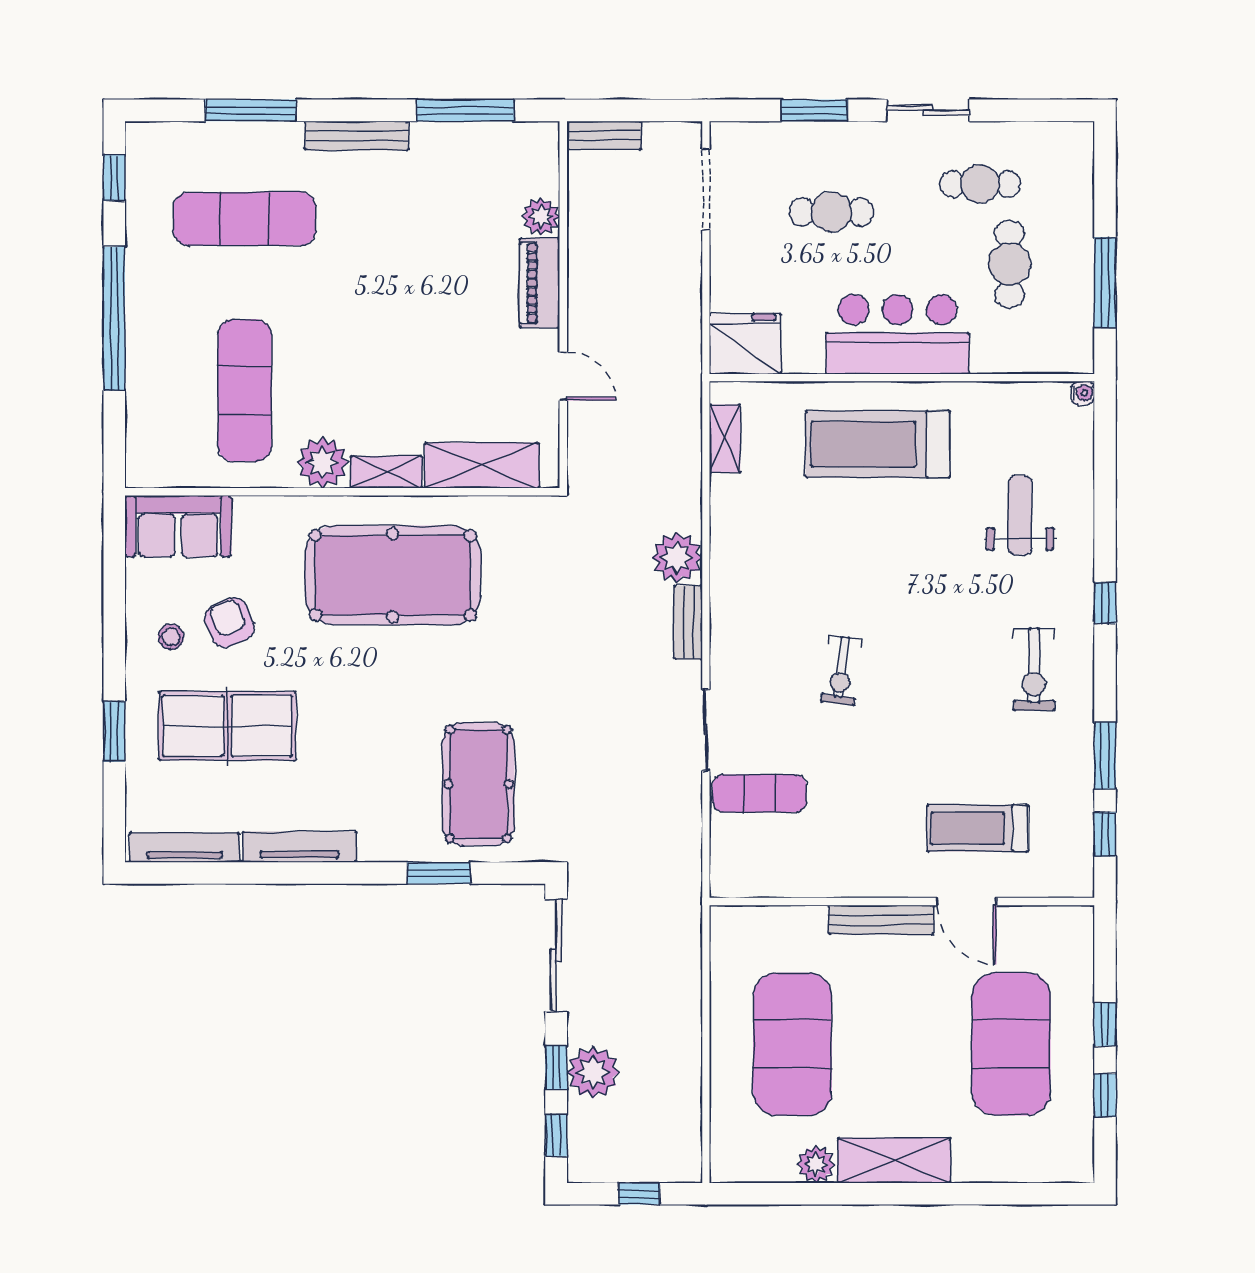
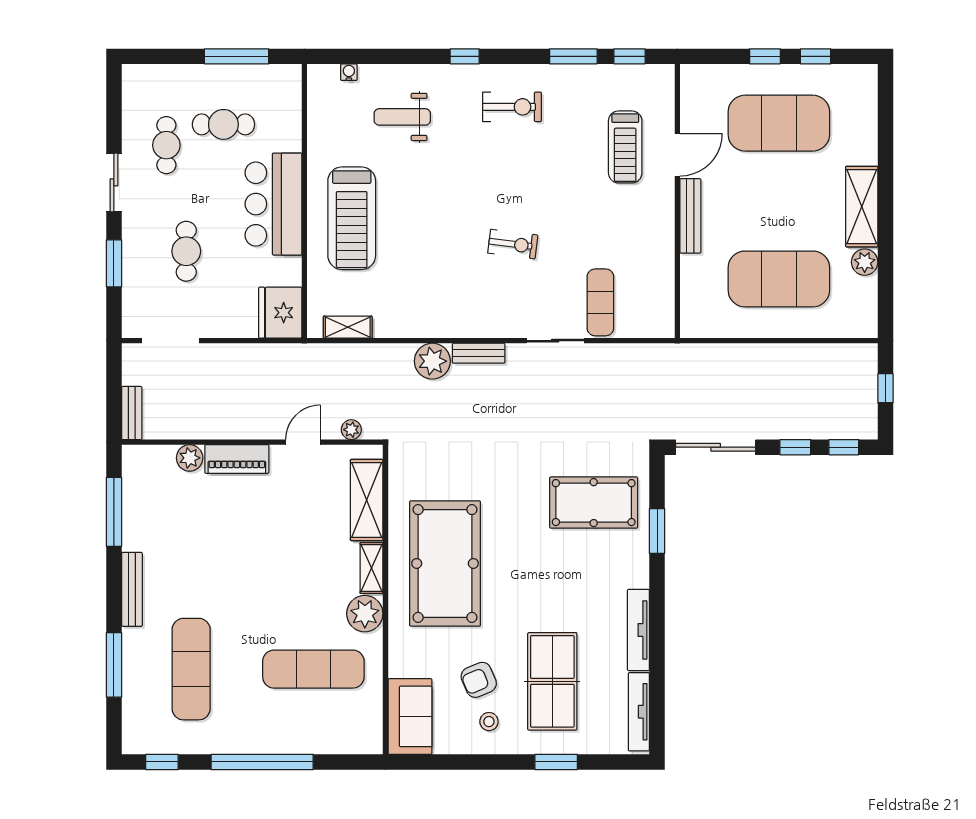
water cooler: (1083, 393) -> (349, 72), moved
plant: (593, 1072) -> (351, 430), moved, width x0.53, depth x0.53

